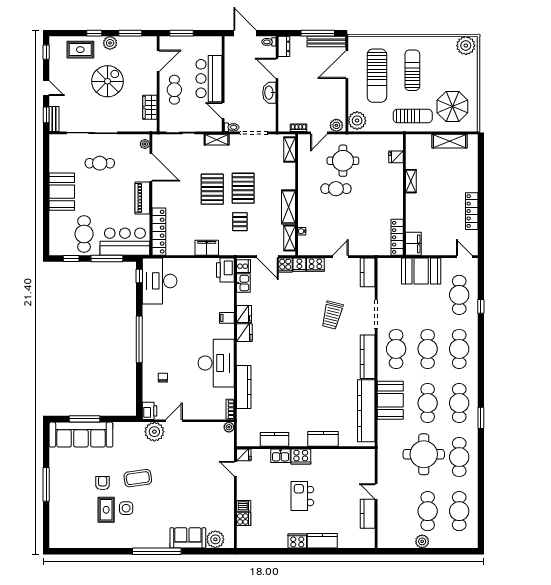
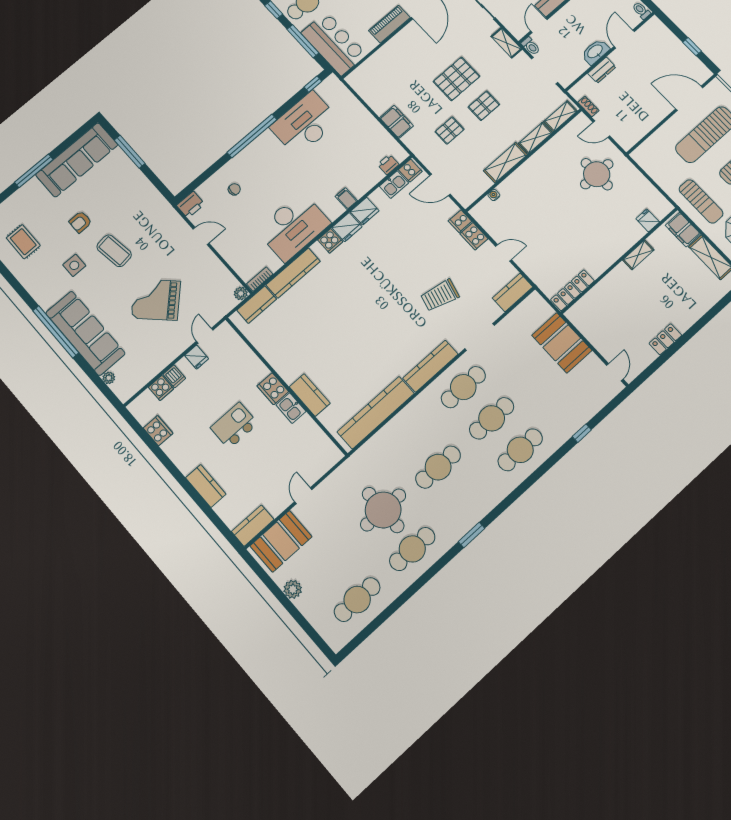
window: (318, 33) -> (692, 47), width x0.46
bench: (326, 42) -> (692, 61), removed
dresser: (284, 46) -> (602, 70), moved
plant: (357, 121) -> (647, 154), removed
plant: (336, 125) -> (624, 139), removed
pallet: (243, 188) -> (484, 106), width x0.67, depth x0.71
cafe table: (336, 189) -> (564, 191), removed
locker: (472, 211) -> (665, 339), width x0.66
locker: (159, 232) -> (371, 66), removed
shelving: (290, 238) -> (535, 138), moved
filing cabinet: (413, 244) -> (683, 230), moved, turned 90
door: (268, 257) -> (440, 185), hinge flipped
cooker: (285, 265) -> (330, 241), moved, turned -90
printer: (225, 270) -> (388, 164), width x0.53, depth x0.68
desk: (160, 281) -> (305, 124), moved
cafe table: (459, 295) -> (573, 401), removed
booth: (390, 400) -> (281, 541), moved
cafe table: (459, 403) -> (467, 499), removed
plant: (154, 432) -> (174, 227), removed
sofa: (81, 435) -> (77, 160), moved, turned -90
kitchen counter: (275, 439) -> (257, 305), moved, turned 90
fridge: (244, 455) -> (197, 357), moved
kitchen sink: (281, 456) -> (291, 408), moved
grand piano: (189, 479) -> (156, 300), added
armchair: (103, 483) -> (80, 222), turned 180
rug: (106, 510) -> (23, 242), moved, turned 90
cafe table: (428, 511) -> (329, 567), removed
kitchen counter: (368, 514) -> (253, 526), moved
sofa: (188, 538) -> (85, 333), width x1.85, depth x1.27
plant: (215, 539) -> (109, 378), width x0.53, depth x0.53
cooker: (297, 541) -> (158, 431), moved

